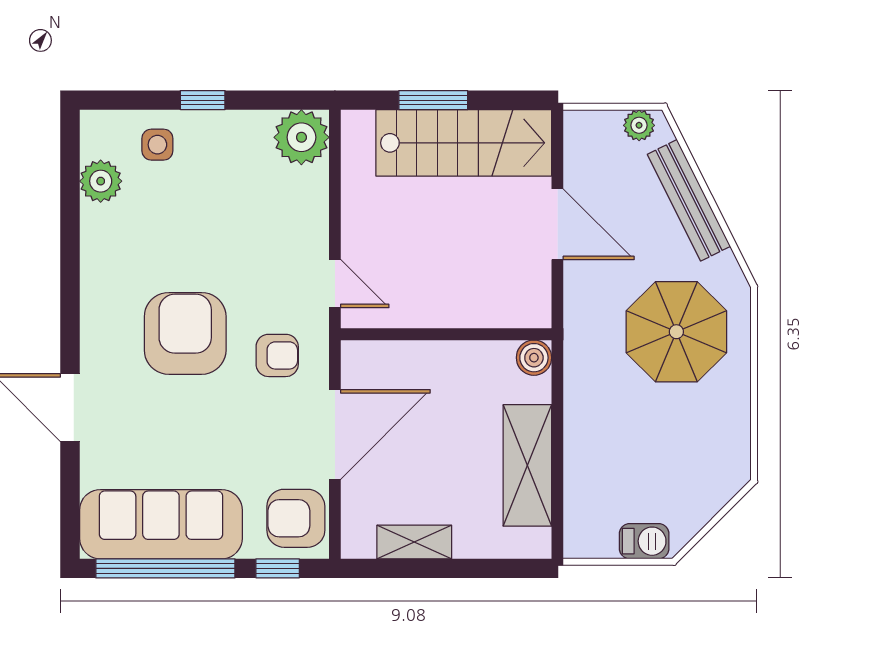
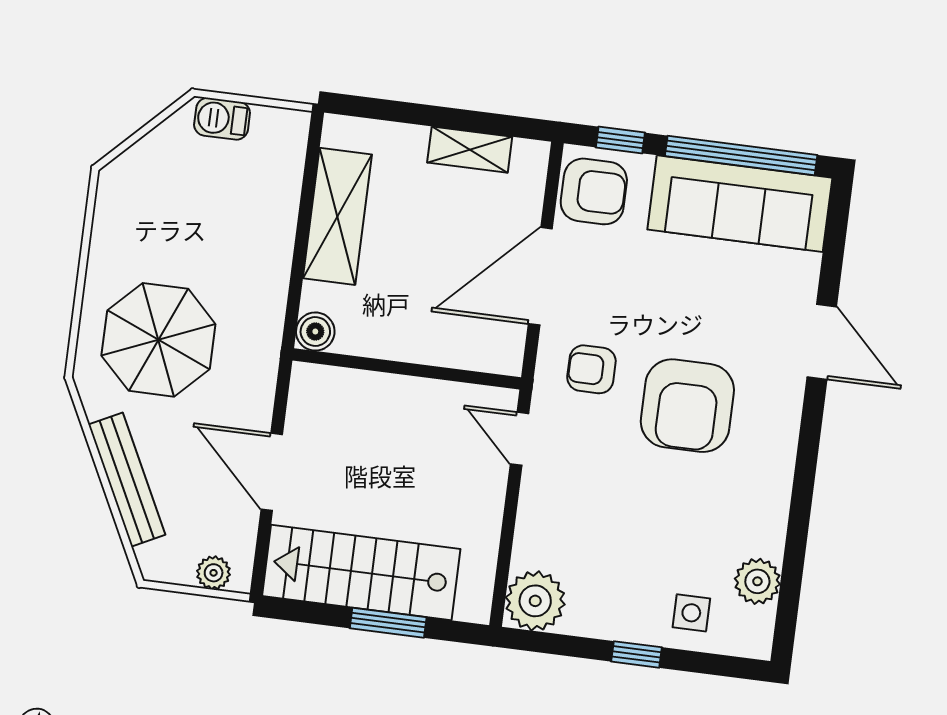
plant: (639, 125) -> (214, 573), moved

